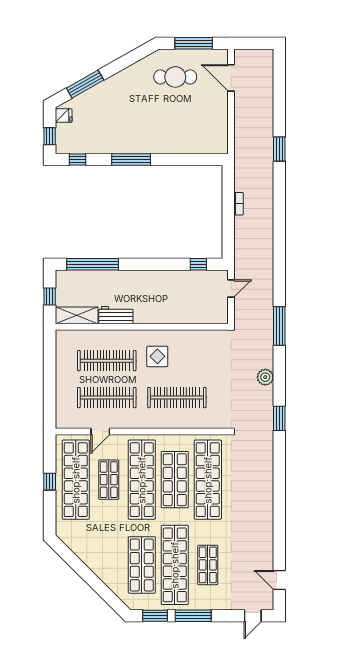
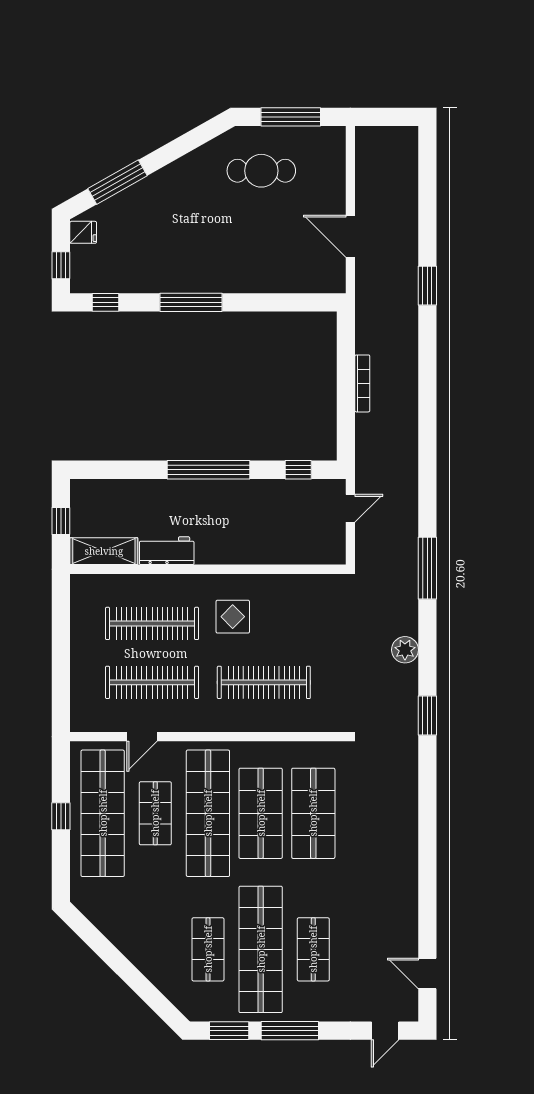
door: (231, 78) -> (350, 236), moved
bookcase: (238, 204) -> (362, 383), width x1.56
window: (93, 264) -> (209, 470), moved
shop shelf: (208, 480) -> (313, 813), width x0.71
shop shelf: (142, 565) -> (208, 949), width x0.70, depth x0.74

